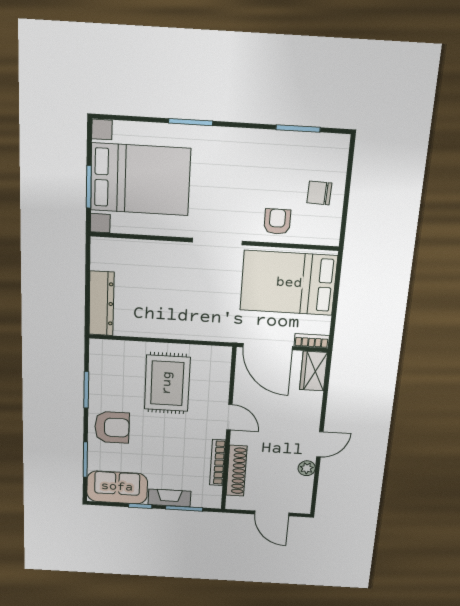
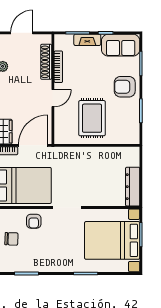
dresser: (101, 303) -> (133, 187), moved
door: (268, 347) -> (33, 145), hinge flipped
door: (229, 417) -> (53, 98), swing flipped
door: (272, 513) -> (22, 33), hinge flipped

